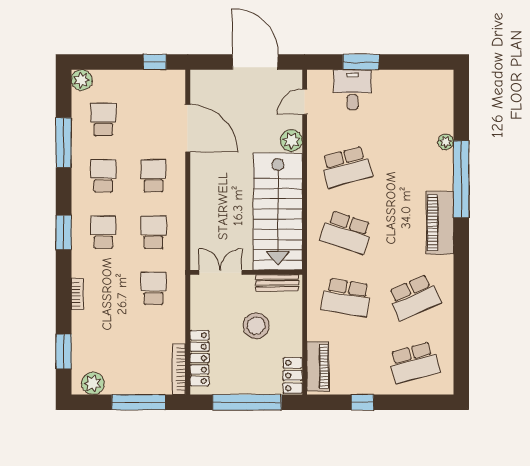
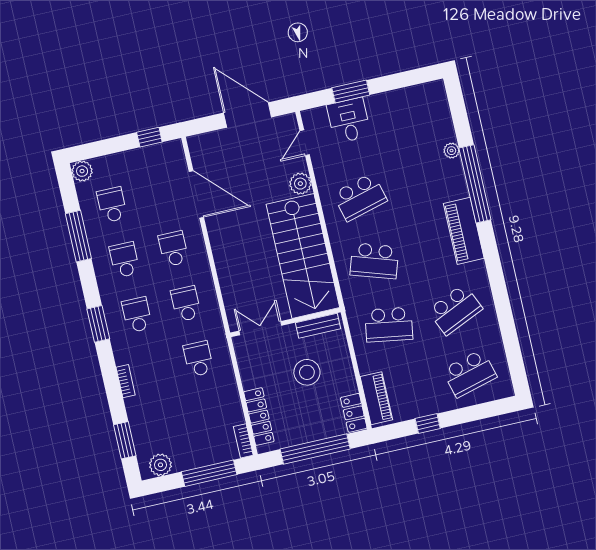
bookcase: (179, 369) -> (243, 441), width x0.64

